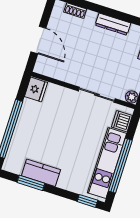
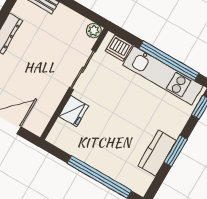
fridge: (36, 90) -> (74, 111), moved, turned 90
window: (31, 183) -> (176, 151), moved

